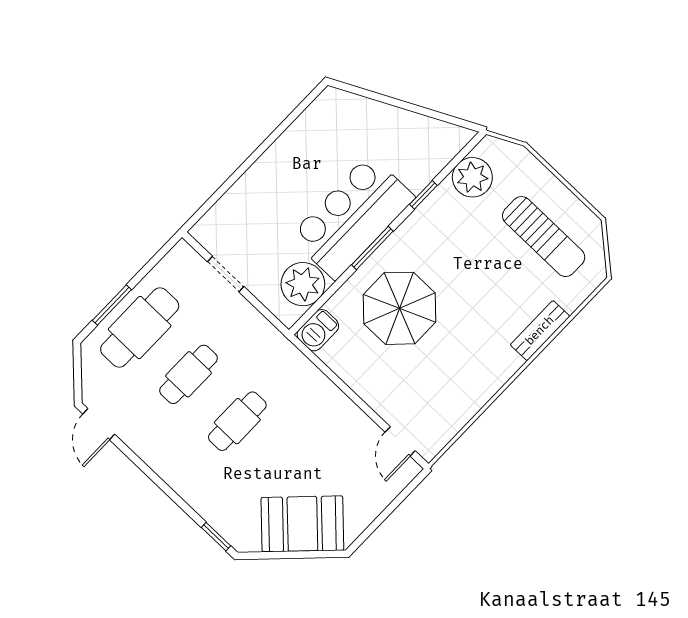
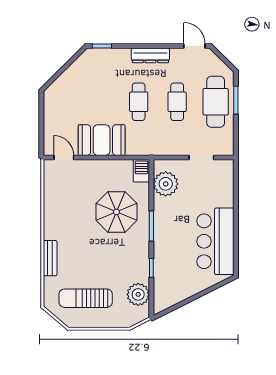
bar counter: (352, 217) -> (215, 241), moved, turned 180
dresser: (166, 466) -> (150, 55), added
booth: (302, 524) -> (102, 140), moved, turned 45

